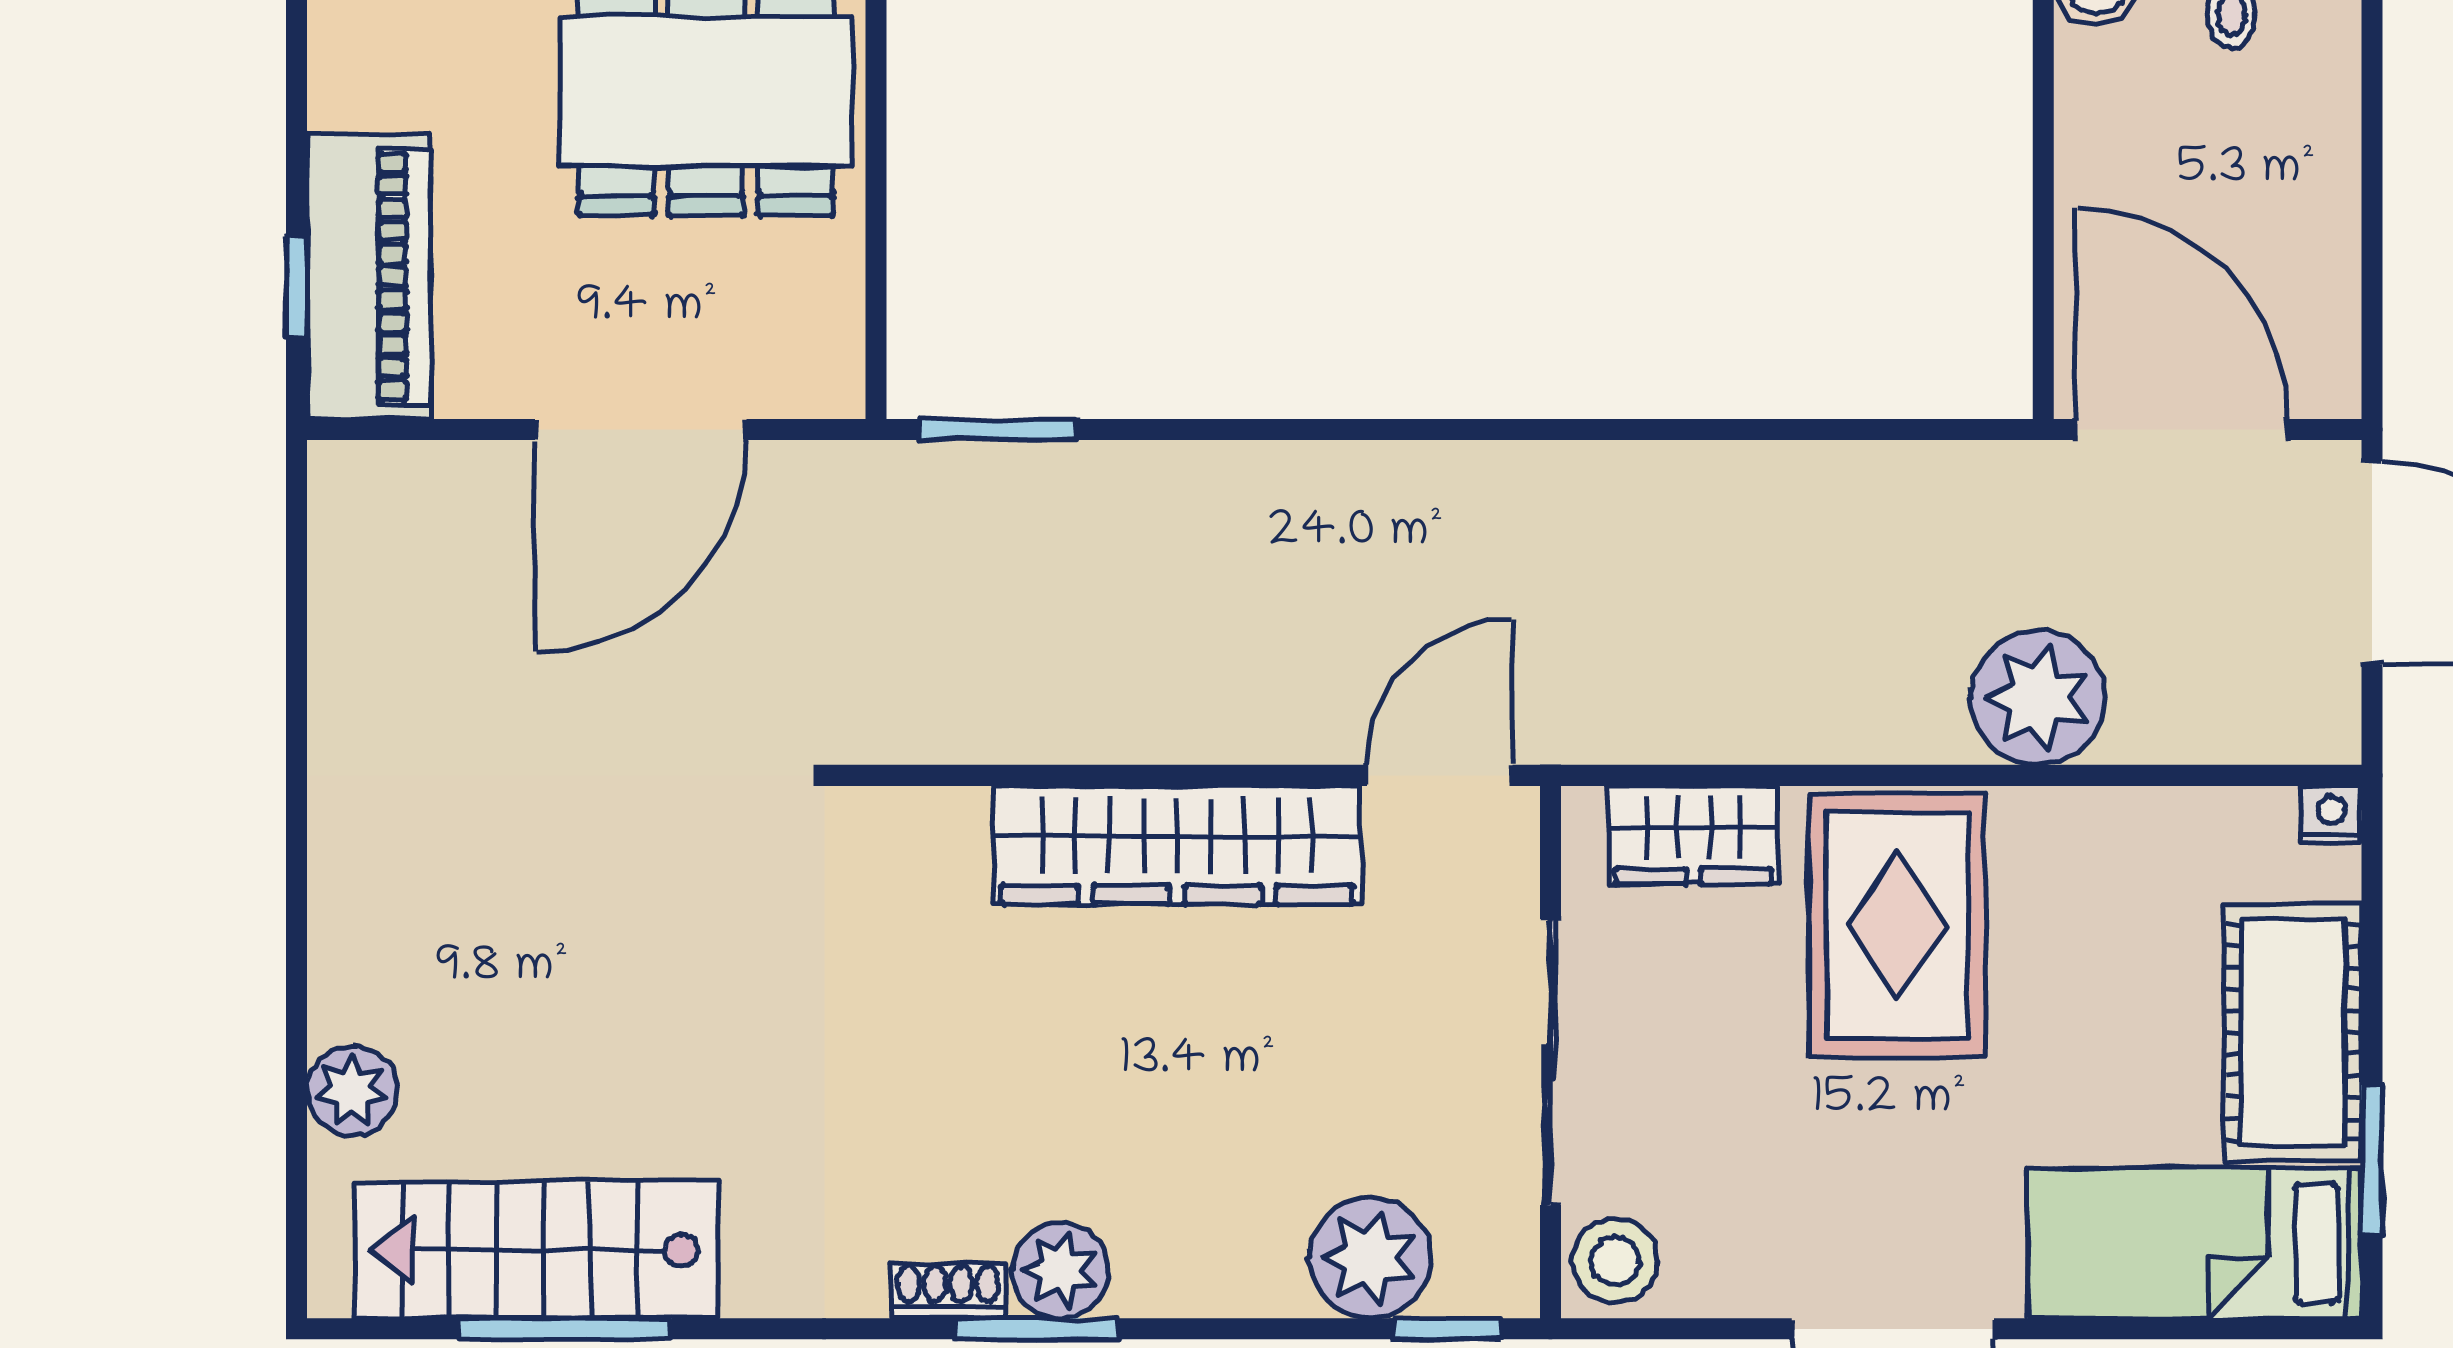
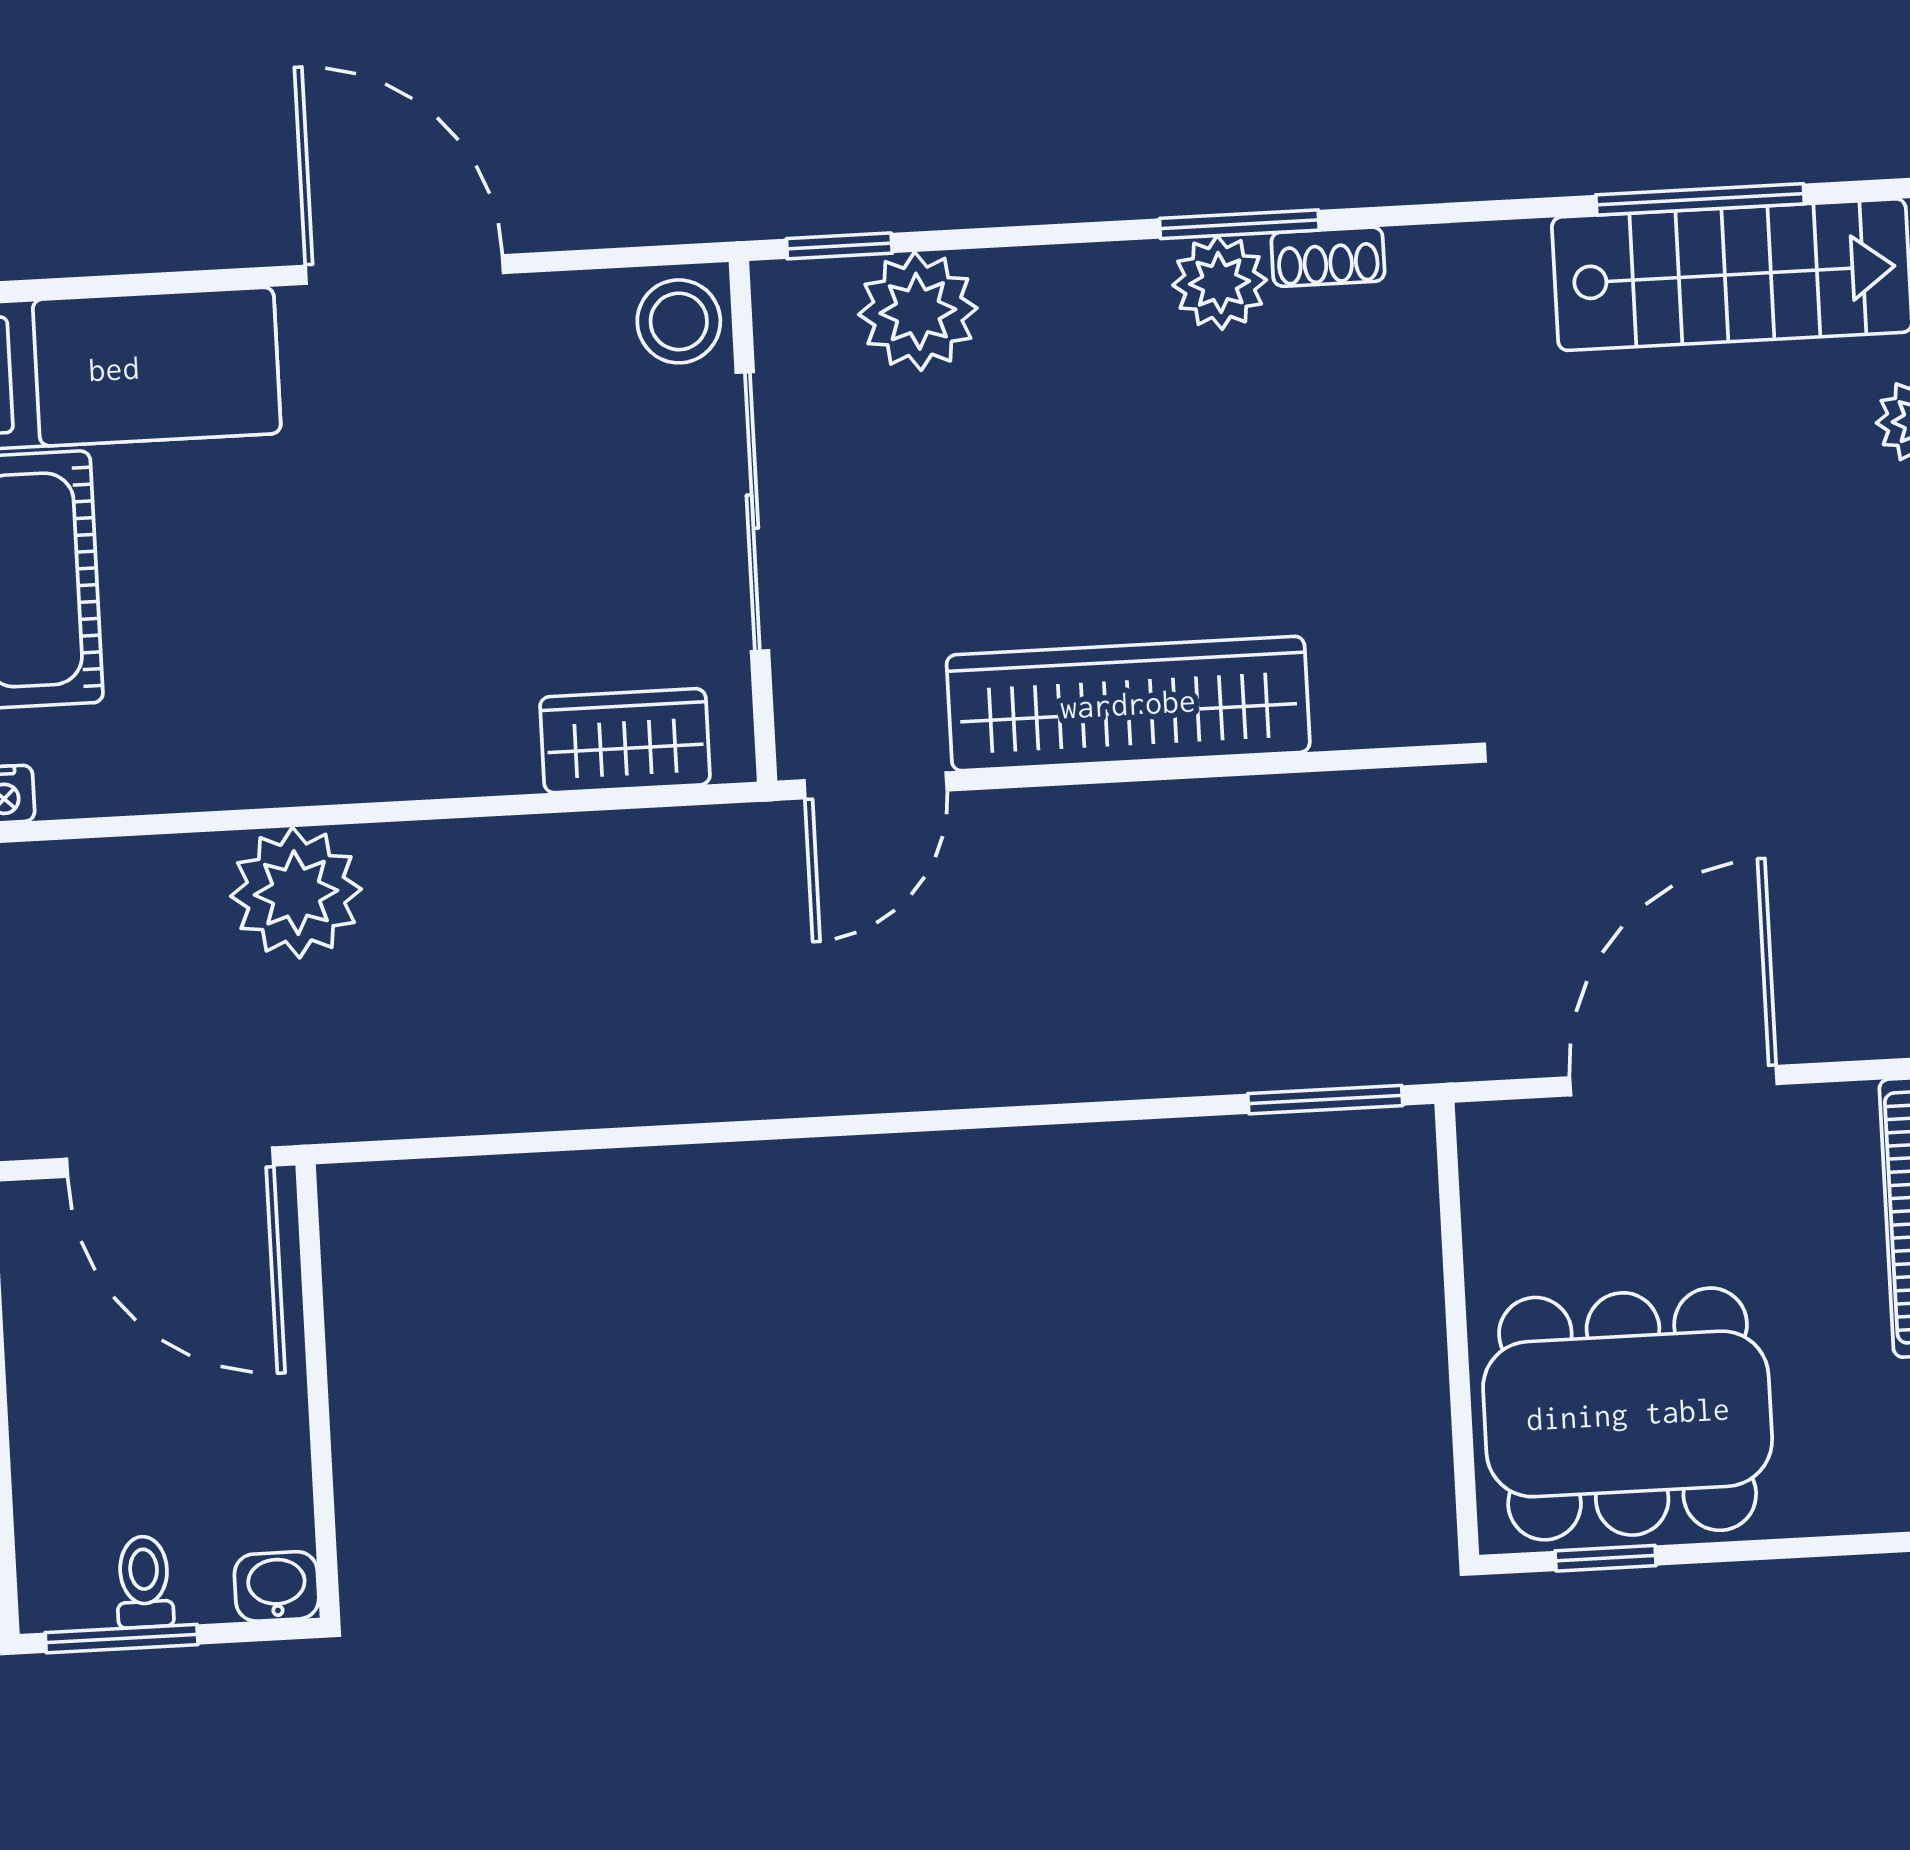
rug: (1897, 925) -> (421, 664), removed

